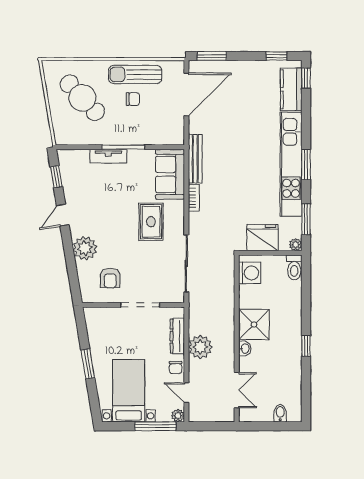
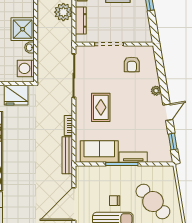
sofa: (170, 174) -> (99, 152), moved, turned -90
plant: (85, 248) -> (156, 91), width x0.53, depth x0.53
armchair: (110, 278) -> (132, 64), turned 180
washbasin: (245, 349) -> (30, 47), moved

